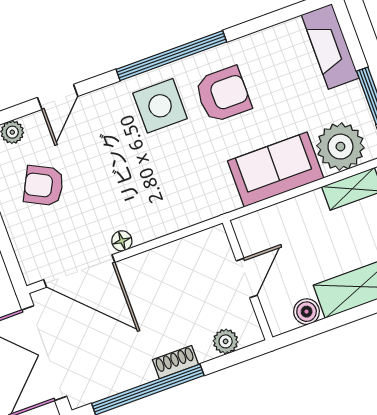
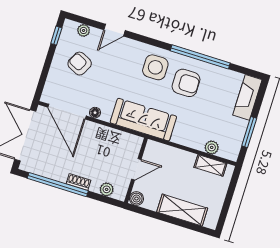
window: (171, 56) -> (200, 57), moved
plant: (340, 147) -> (212, 147), width x0.53, depth x0.53
sofa: (276, 170) -> (143, 120), moved, width x1.36
boiler: (307, 312) -> (136, 199), moved

